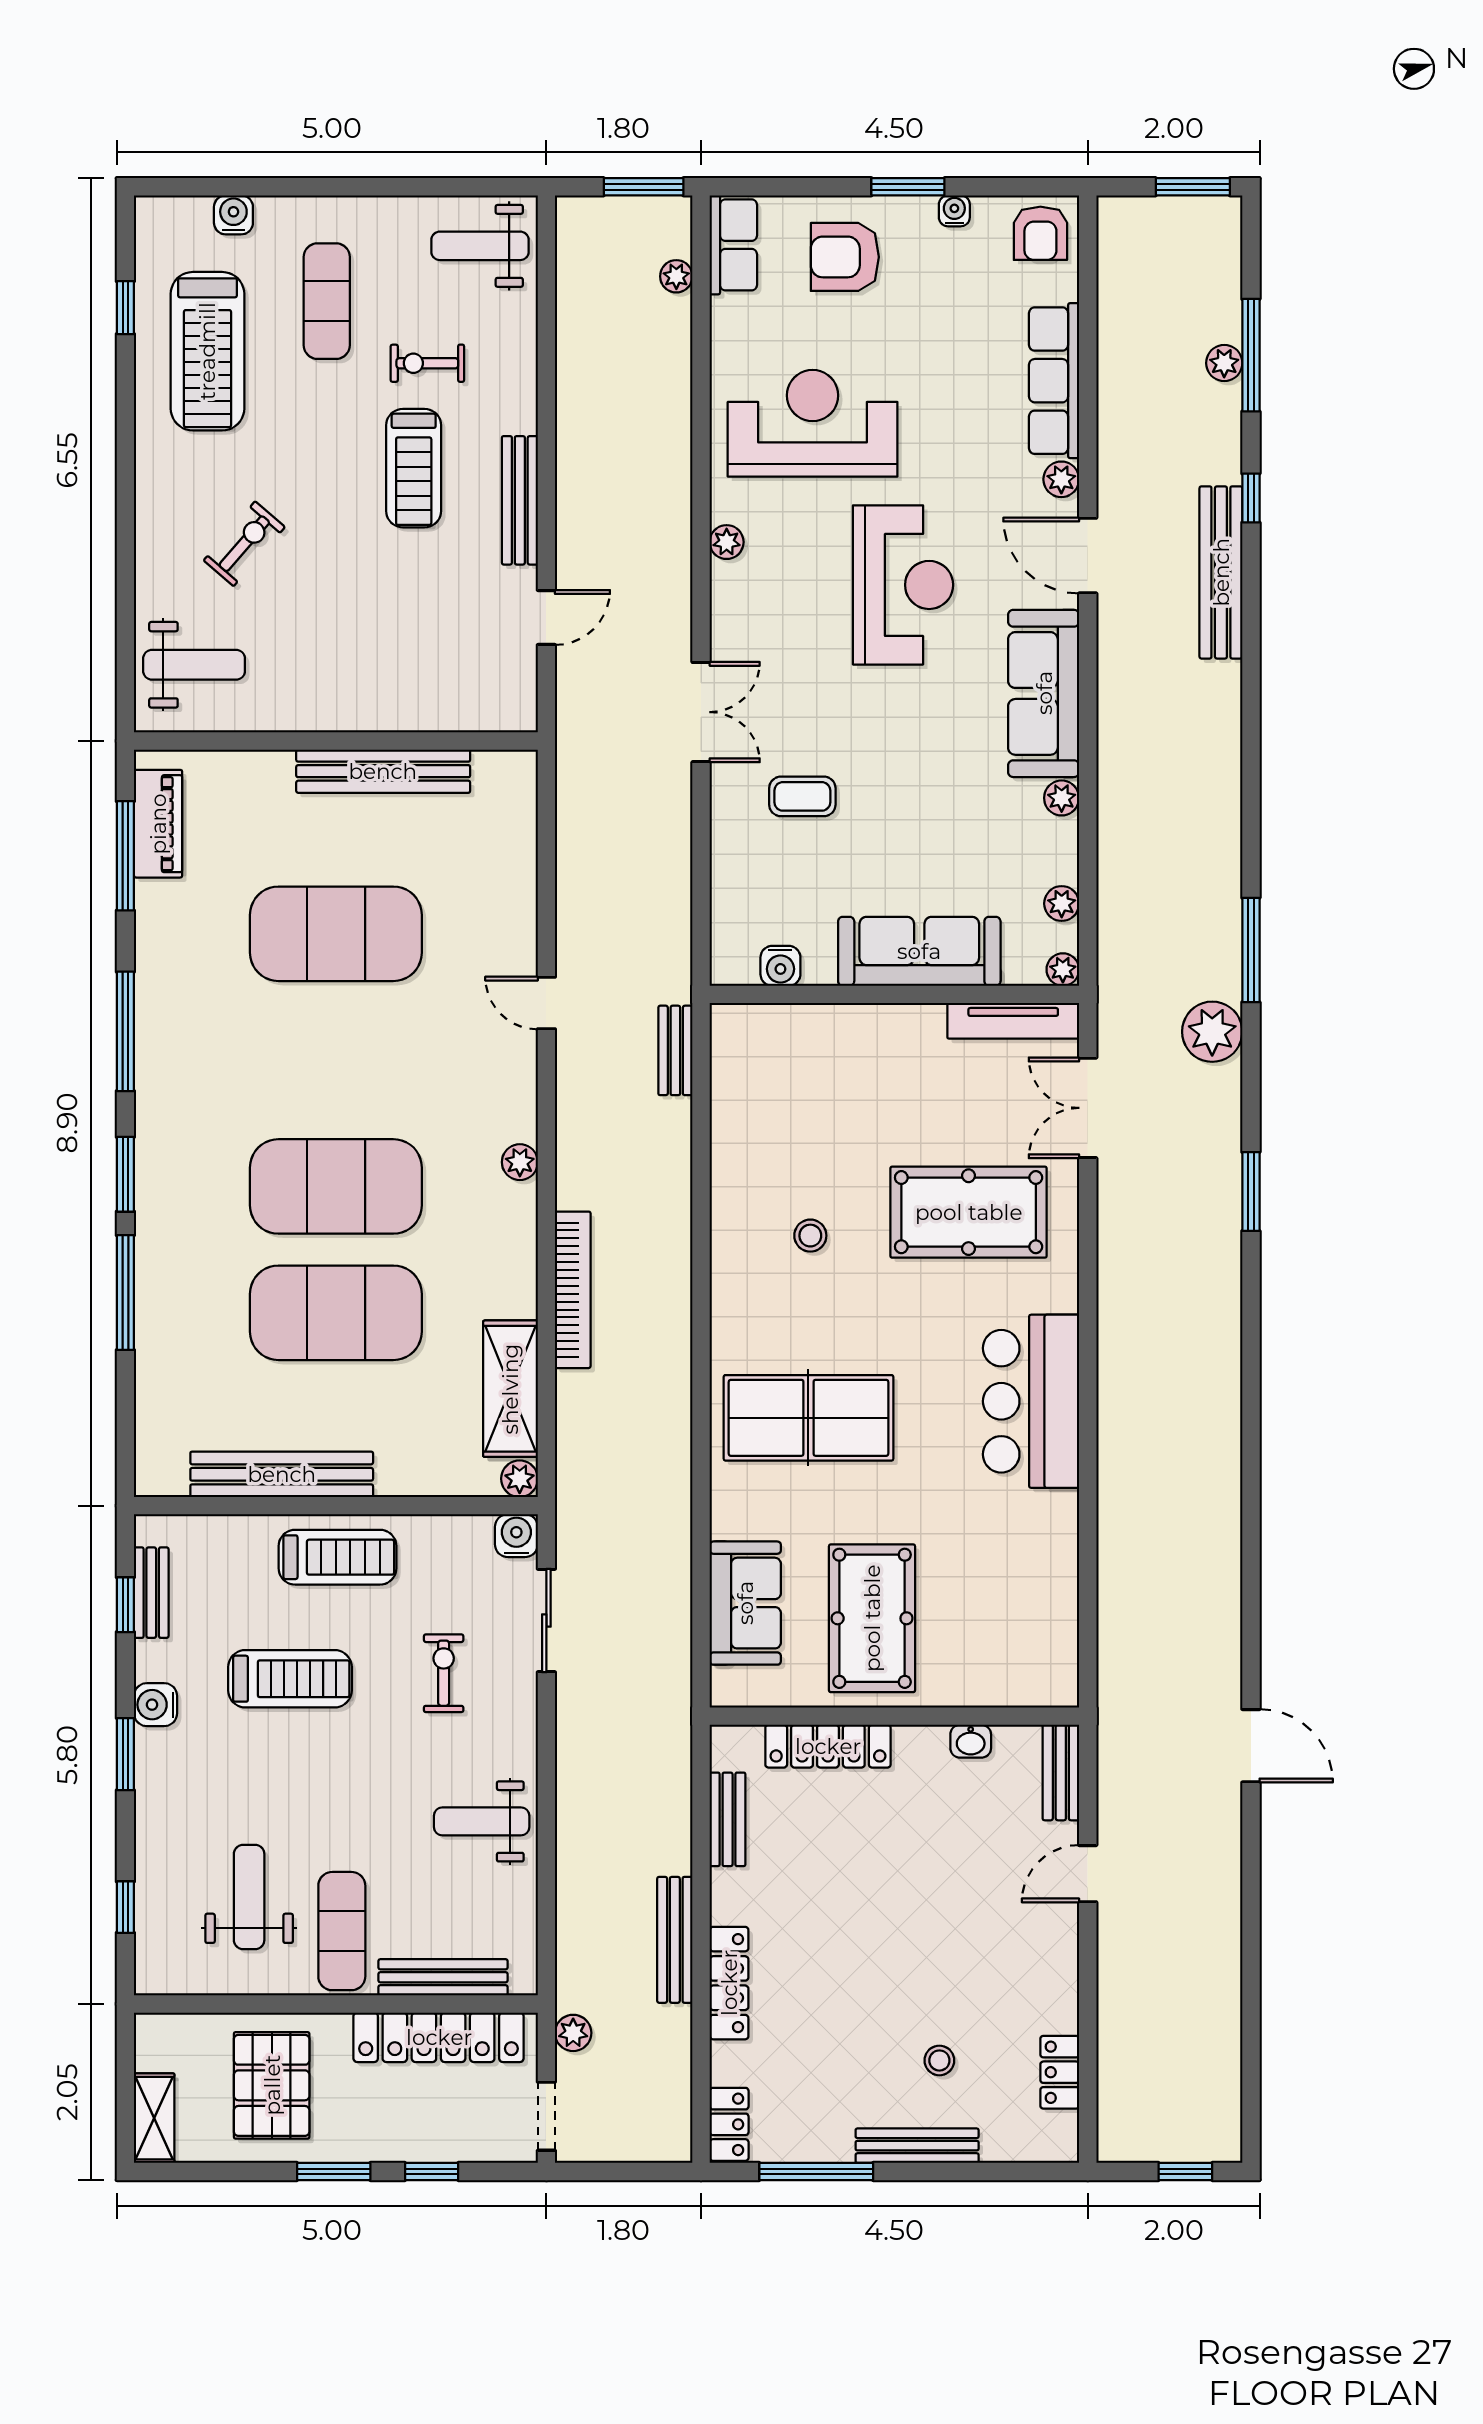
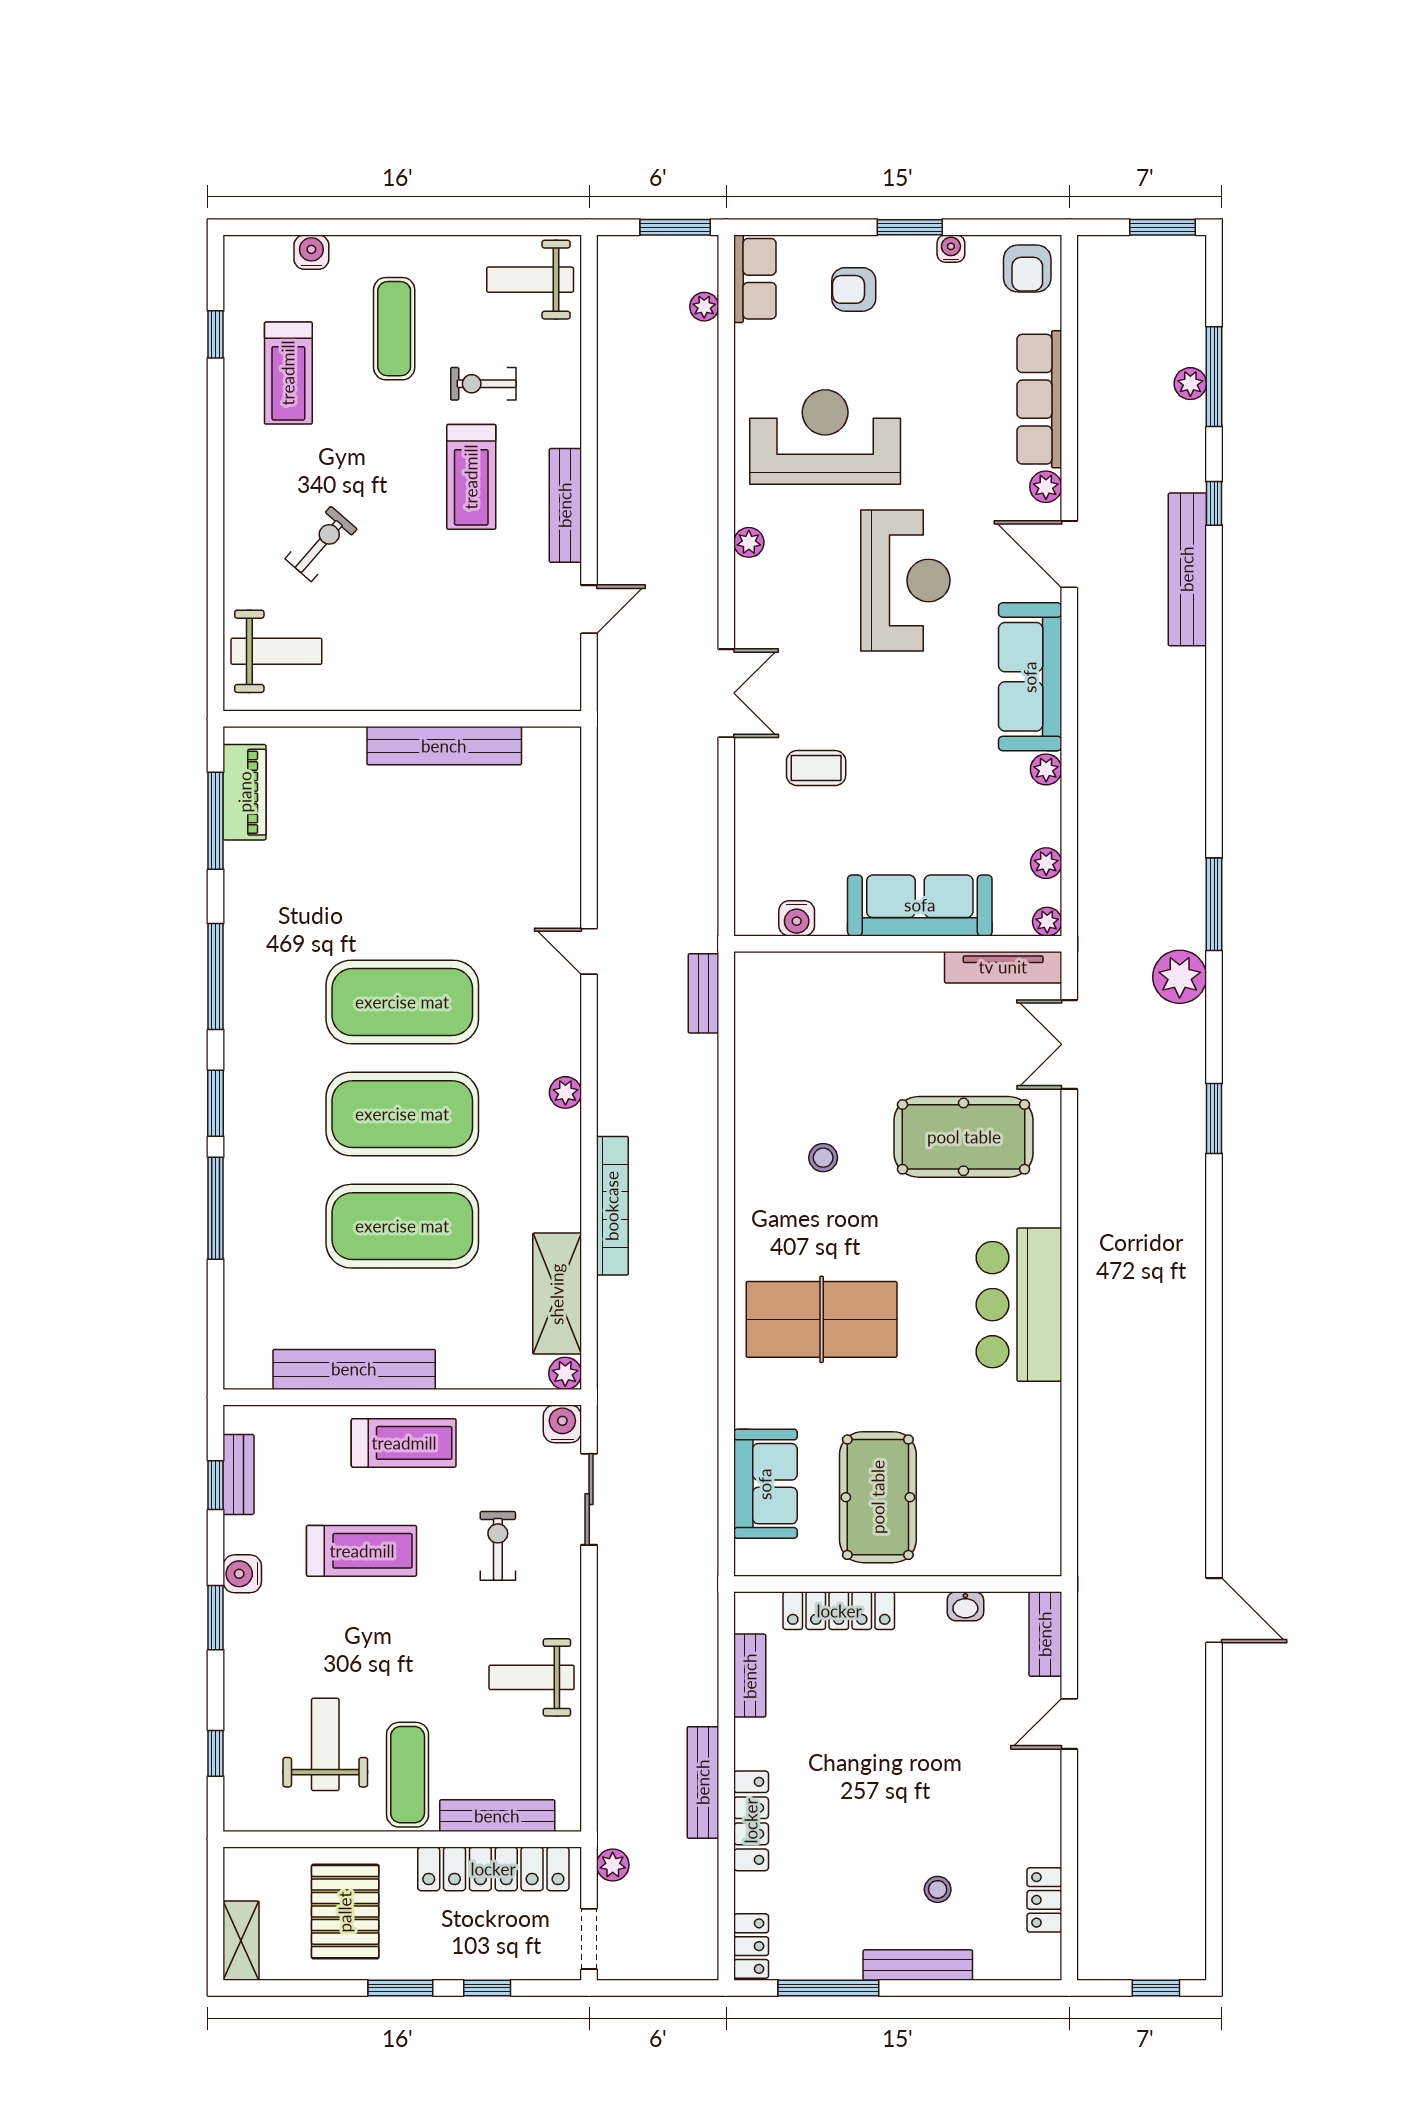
armchair: (845, 257) -> (854, 289), width x0.72, depth x0.72
treadmill: (207, 351) -> (288, 373), width x0.73, depth x0.73
exercise mat: (336, 934) -> (402, 1002), moved

